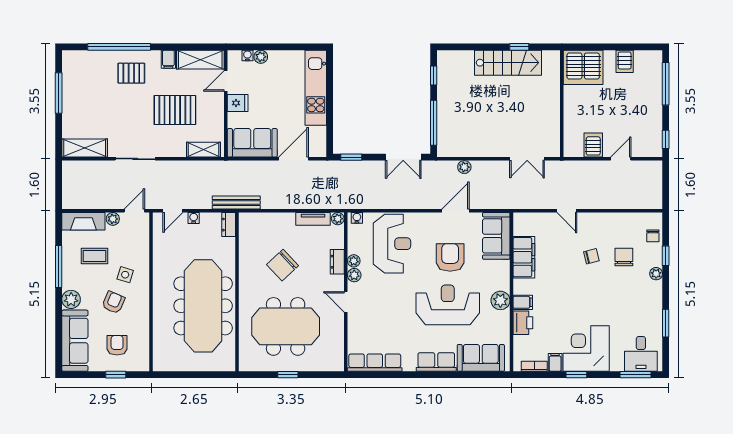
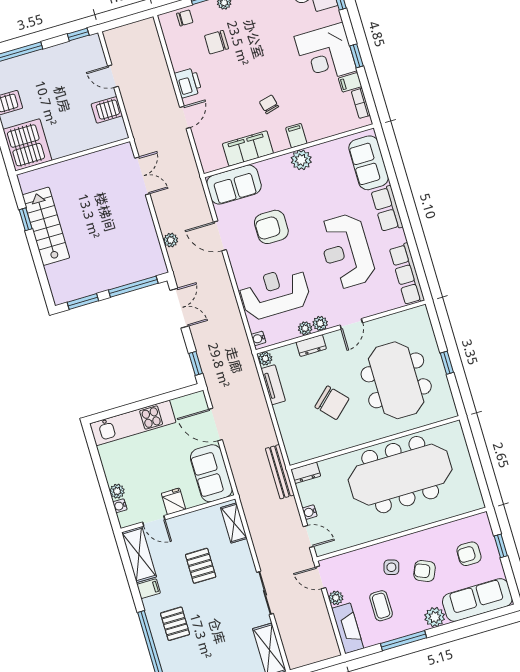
window: (434, 75) -> (83, 302), width x1.50
pallet: (175, 110) -> (201, 566), width x0.67, depth x0.71
chair: (591, 256) -> (269, 104), moved
reception desk: (448, 305) -> (346, 251), moved
printer: (523, 323) -> (188, 83), moved, turned 90

